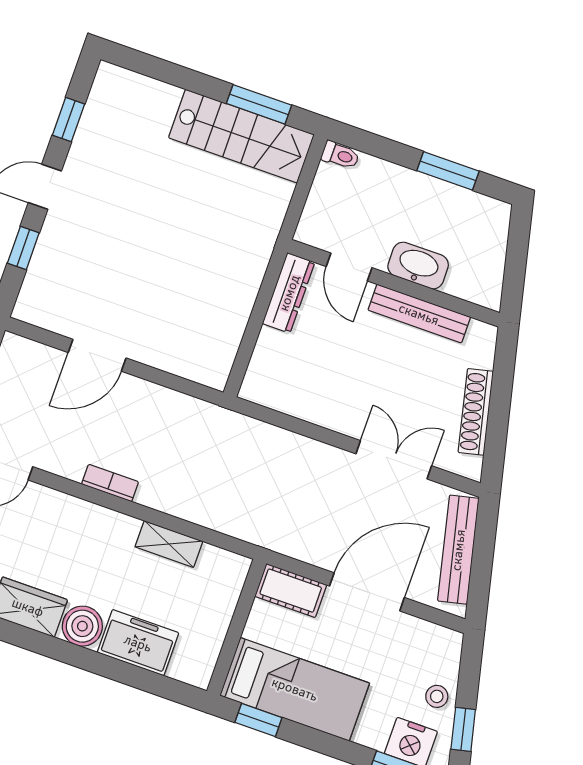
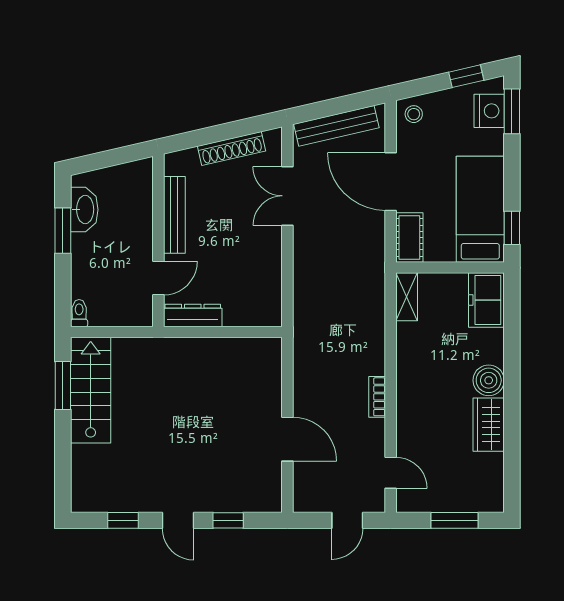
washbasin: (418, 266) -> (84, 210), moved, turned 180
shelving: (169, 544) -> (407, 297), moved
freezer: (138, 643) -> (486, 300), moved
stool: (437, 696) -> (414, 114), moved

